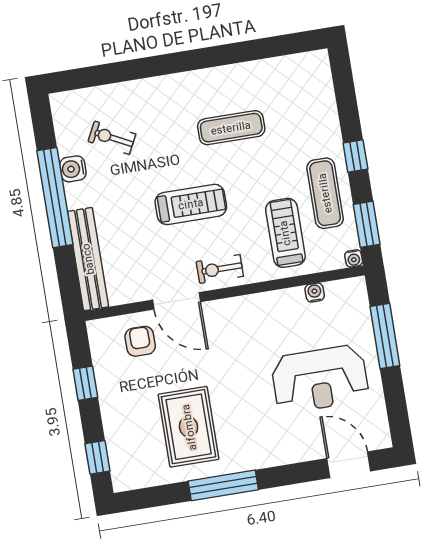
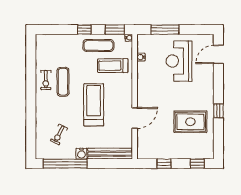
water cooler: (73, 169) -> (81, 154), moved
window: (55, 198) -> (65, 164), moved
treadmill: (191, 204) -> (94, 105), width x1.37, depth x1.38
exercise bike: (220, 269) -> (46, 80), moved
armchair: (140, 341) -> (150, 137), removed
reception desk: (320, 379) -> (179, 61), turned 180
window: (223, 485) -> (218, 111), width x0.46

